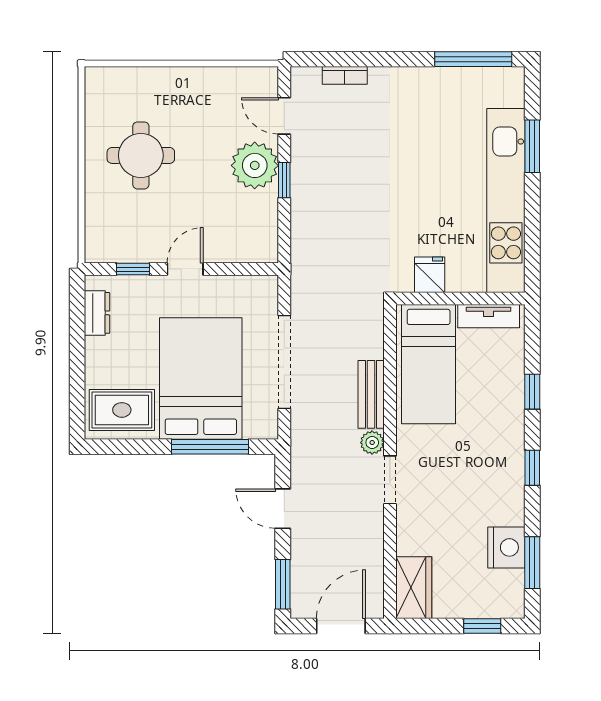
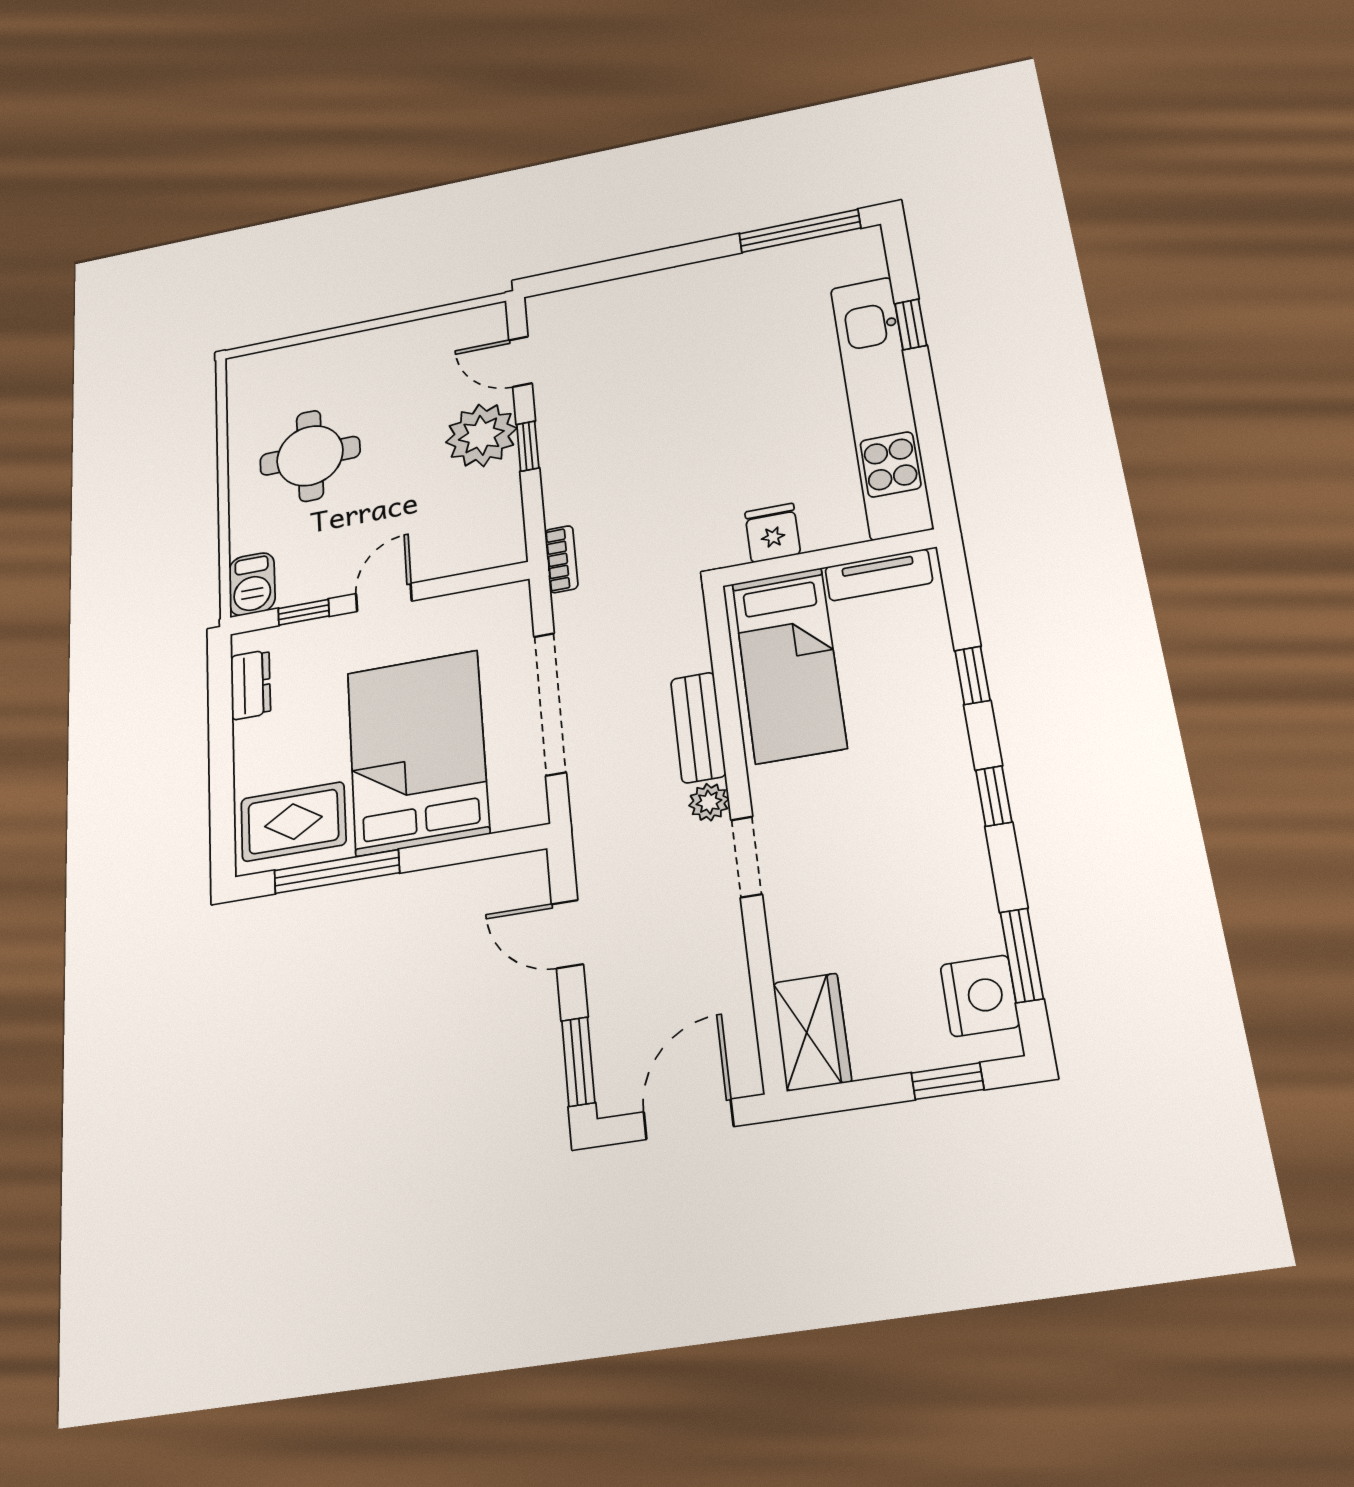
bookcase: (345, 75) -> (561, 559), moved, turned -90
window: (532, 146) -> (911, 324), width x0.67
barbecue: (100, 242) -> (252, 584), added
window: (210, 447) -> (337, 872), moved
nightstand: (506, 547) -> (980, 996), moved

